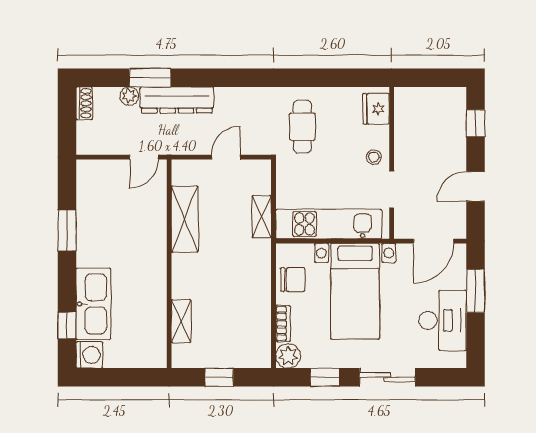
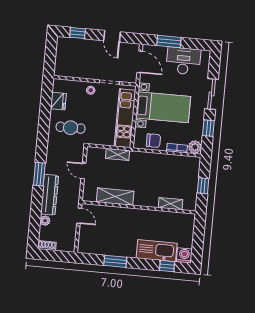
window: (150, 78) -> (39, 174), moved
fridge: (376, 109) -> (58, 101), moved, turned -90
chair: (293, 279) -> (153, 141), turned 90

